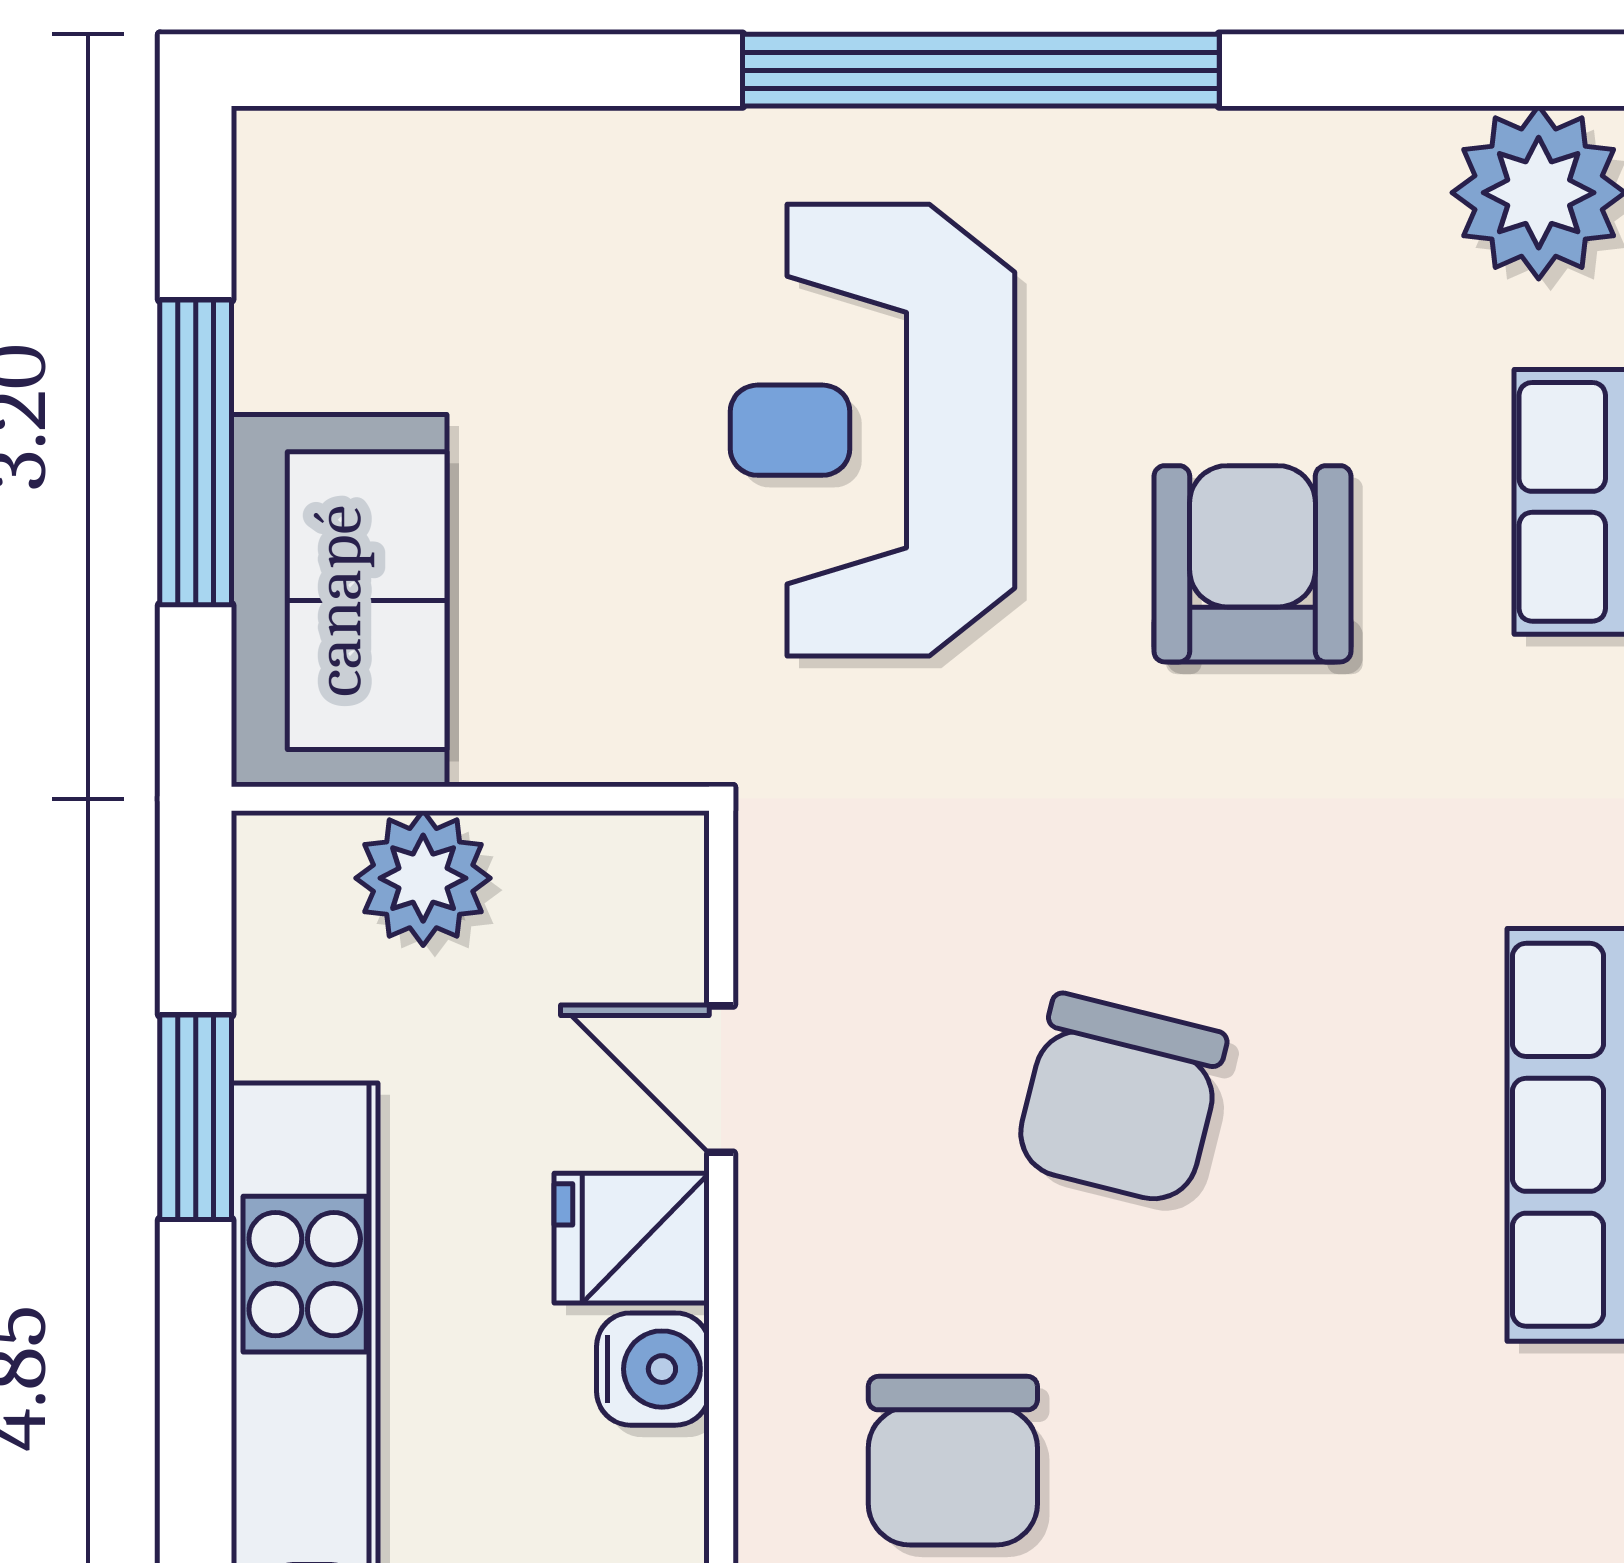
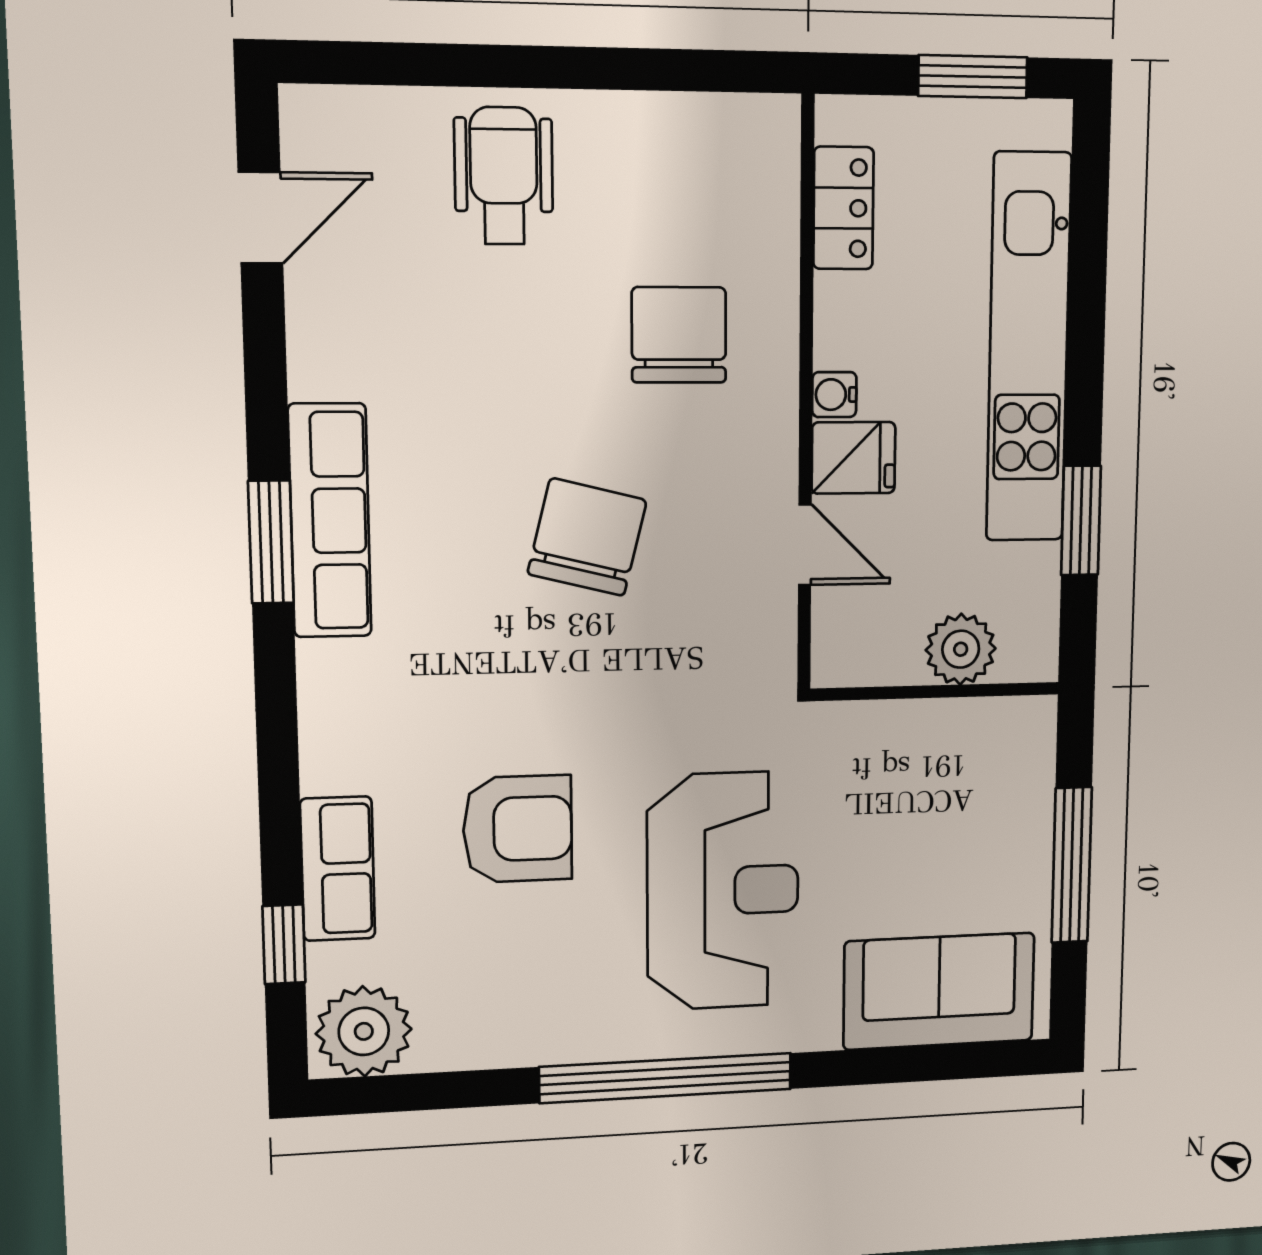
armchair: (1252, 564) -> (518, 829), turned -90
sofa: (339, 601) -> (939, 991), moved, turned 90
water cooler: (653, 1369) -> (834, 395), width x0.72, depth x0.72

